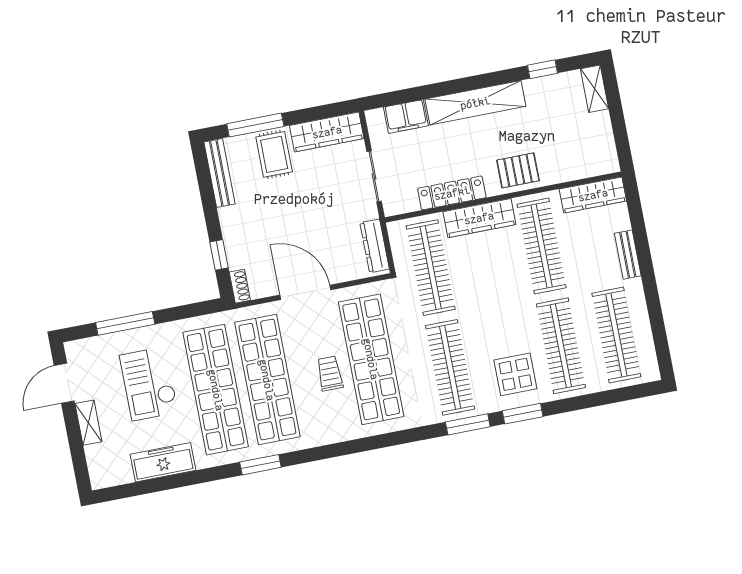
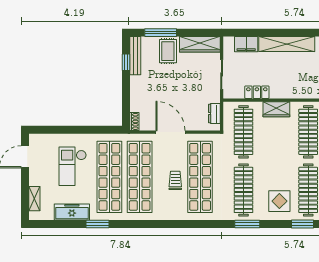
pallet: (518, 170) -> (303, 87), removed
locker: (452, 193) -> (257, 92), width x0.66
wardrobe: (479, 218) -> (276, 109), width x0.67
dresser: (375, 246) -> (214, 114), width x0.70
window: (219, 255) -> (126, 62), moved
window: (125, 323) -> (66, 130), removed
window: (523, 414) -> (303, 224), moved
shelving: (88, 423) -> (34, 199), moved
window: (260, 465) -> (97, 224), moved

